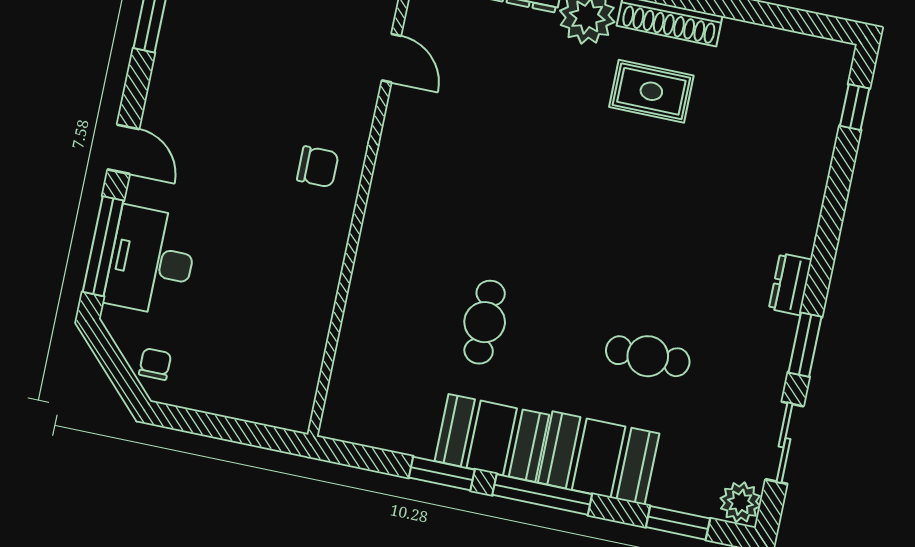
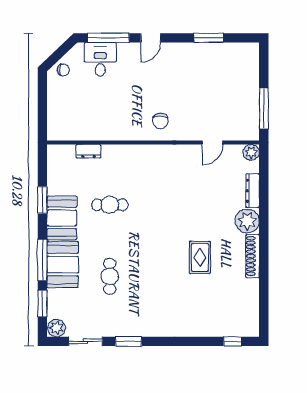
rug: (651, 91) -> (200, 257), moved
desk: (151, 261) -> (100, 59), width x0.73
dresser: (790, 284) -> (89, 151), moved, turned 180
window: (542, 494) -> (42, 260), moved

